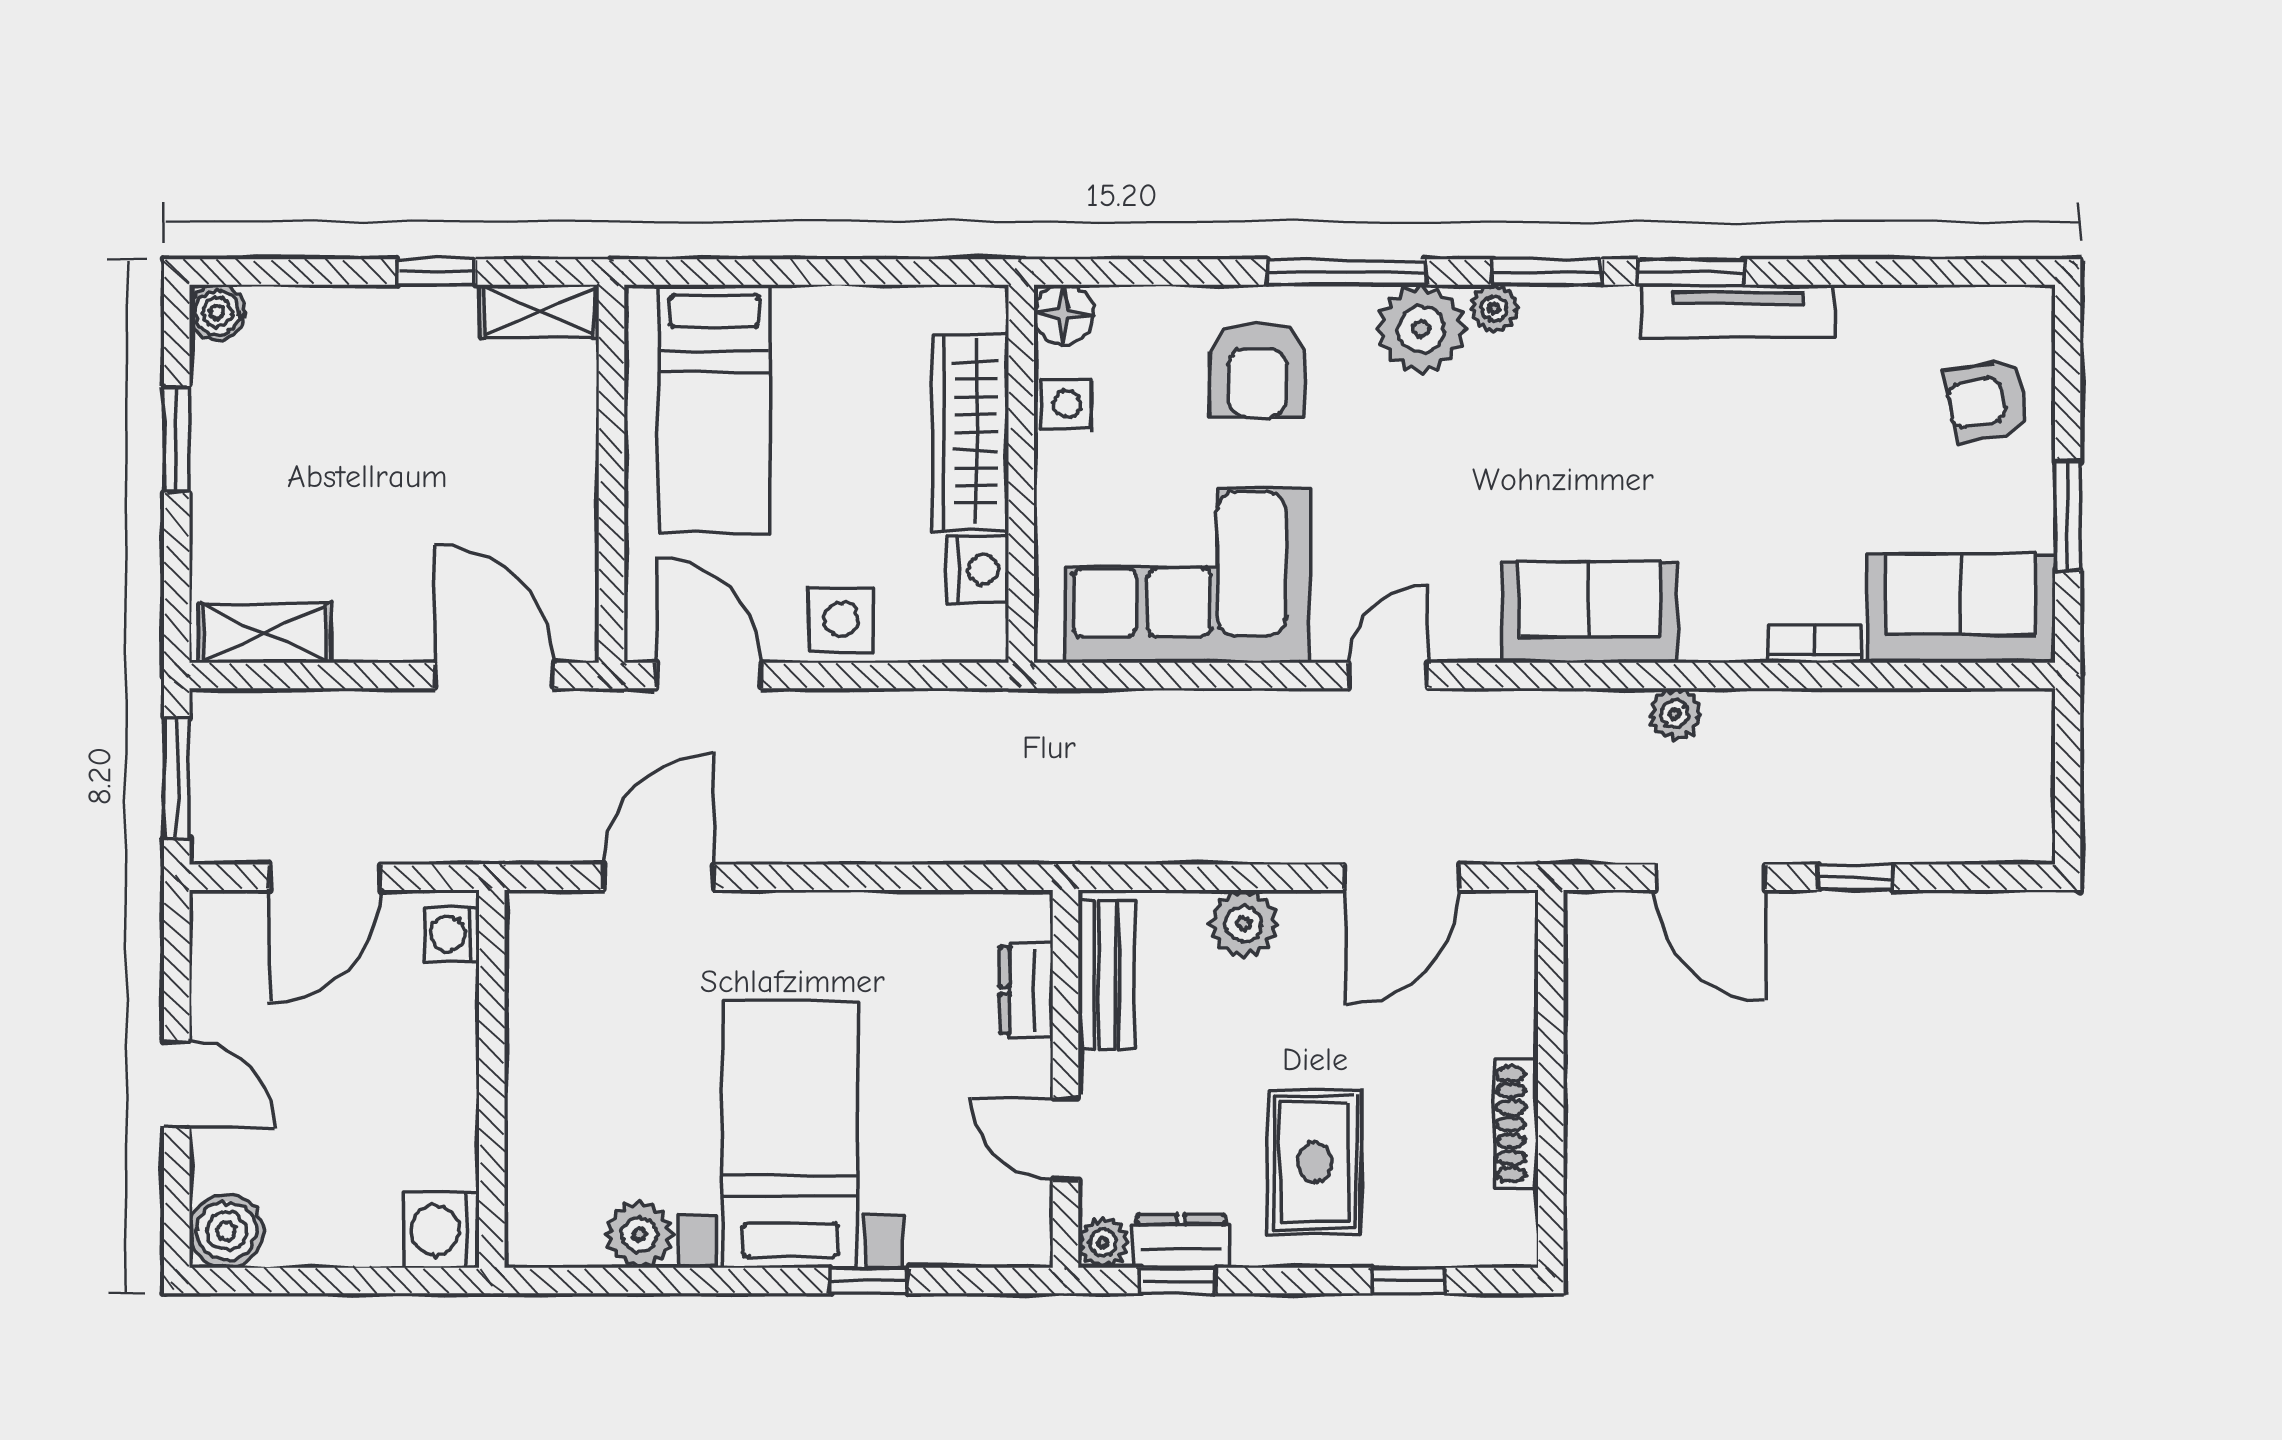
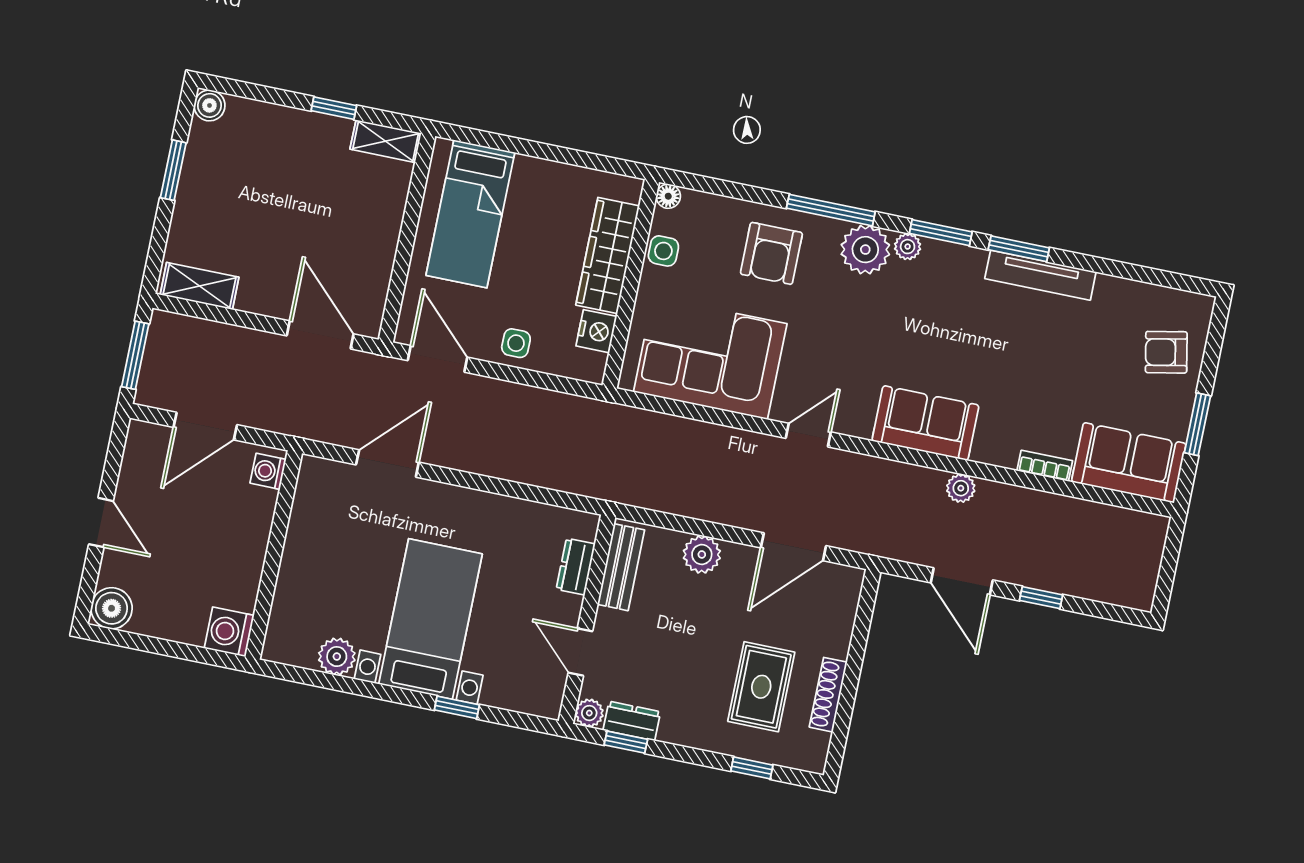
floor lamp: (1064, 314) -> (668, 196), width x0.73, depth x0.73
side table: (841, 619) -> (516, 343), width x0.73, depth x0.73
rug: (1315, 1162) -> (761, 687), moved

